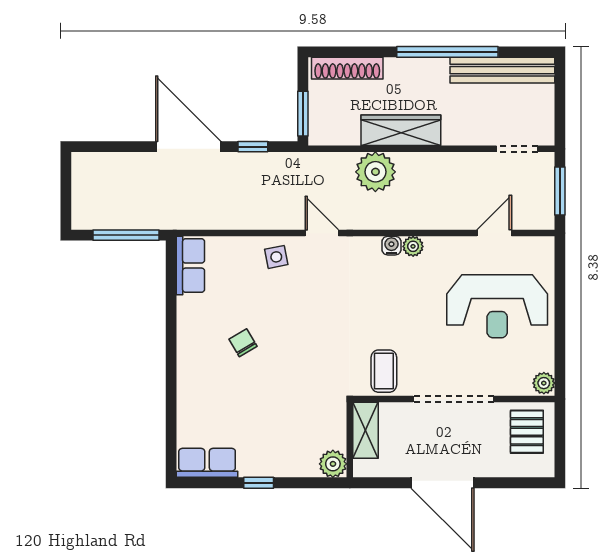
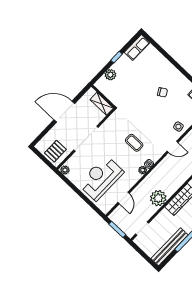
plant: (375, 172) -> (158, 198), moved
coffee table: (384, 371) -> (134, 143), moved
pallet: (527, 432) -> (55, 151), turned 90
plant: (333, 464) -> (110, 75), moved

